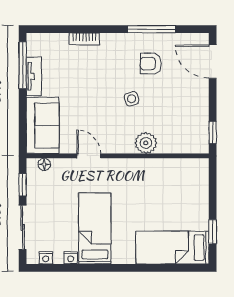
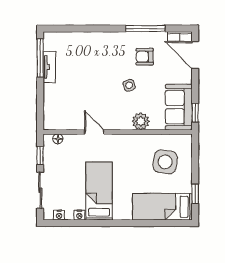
bookcase: (84, 39) -> (180, 36), moved
sofa: (43, 125) -> (179, 107), moved, turned 180
side table: (176, 193) -> (165, 162), added

